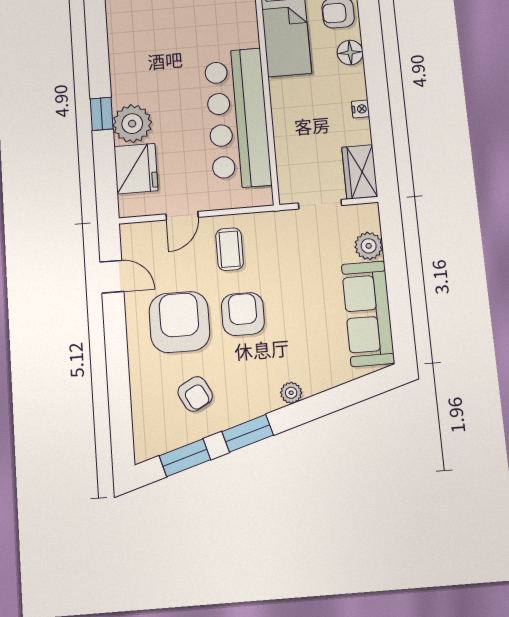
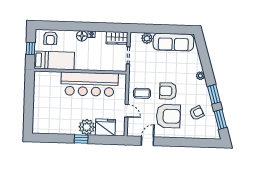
floor lamp: (350, 53) -> (82, 36), moved
armchair: (179, 322) -> (168, 116), turned 180

